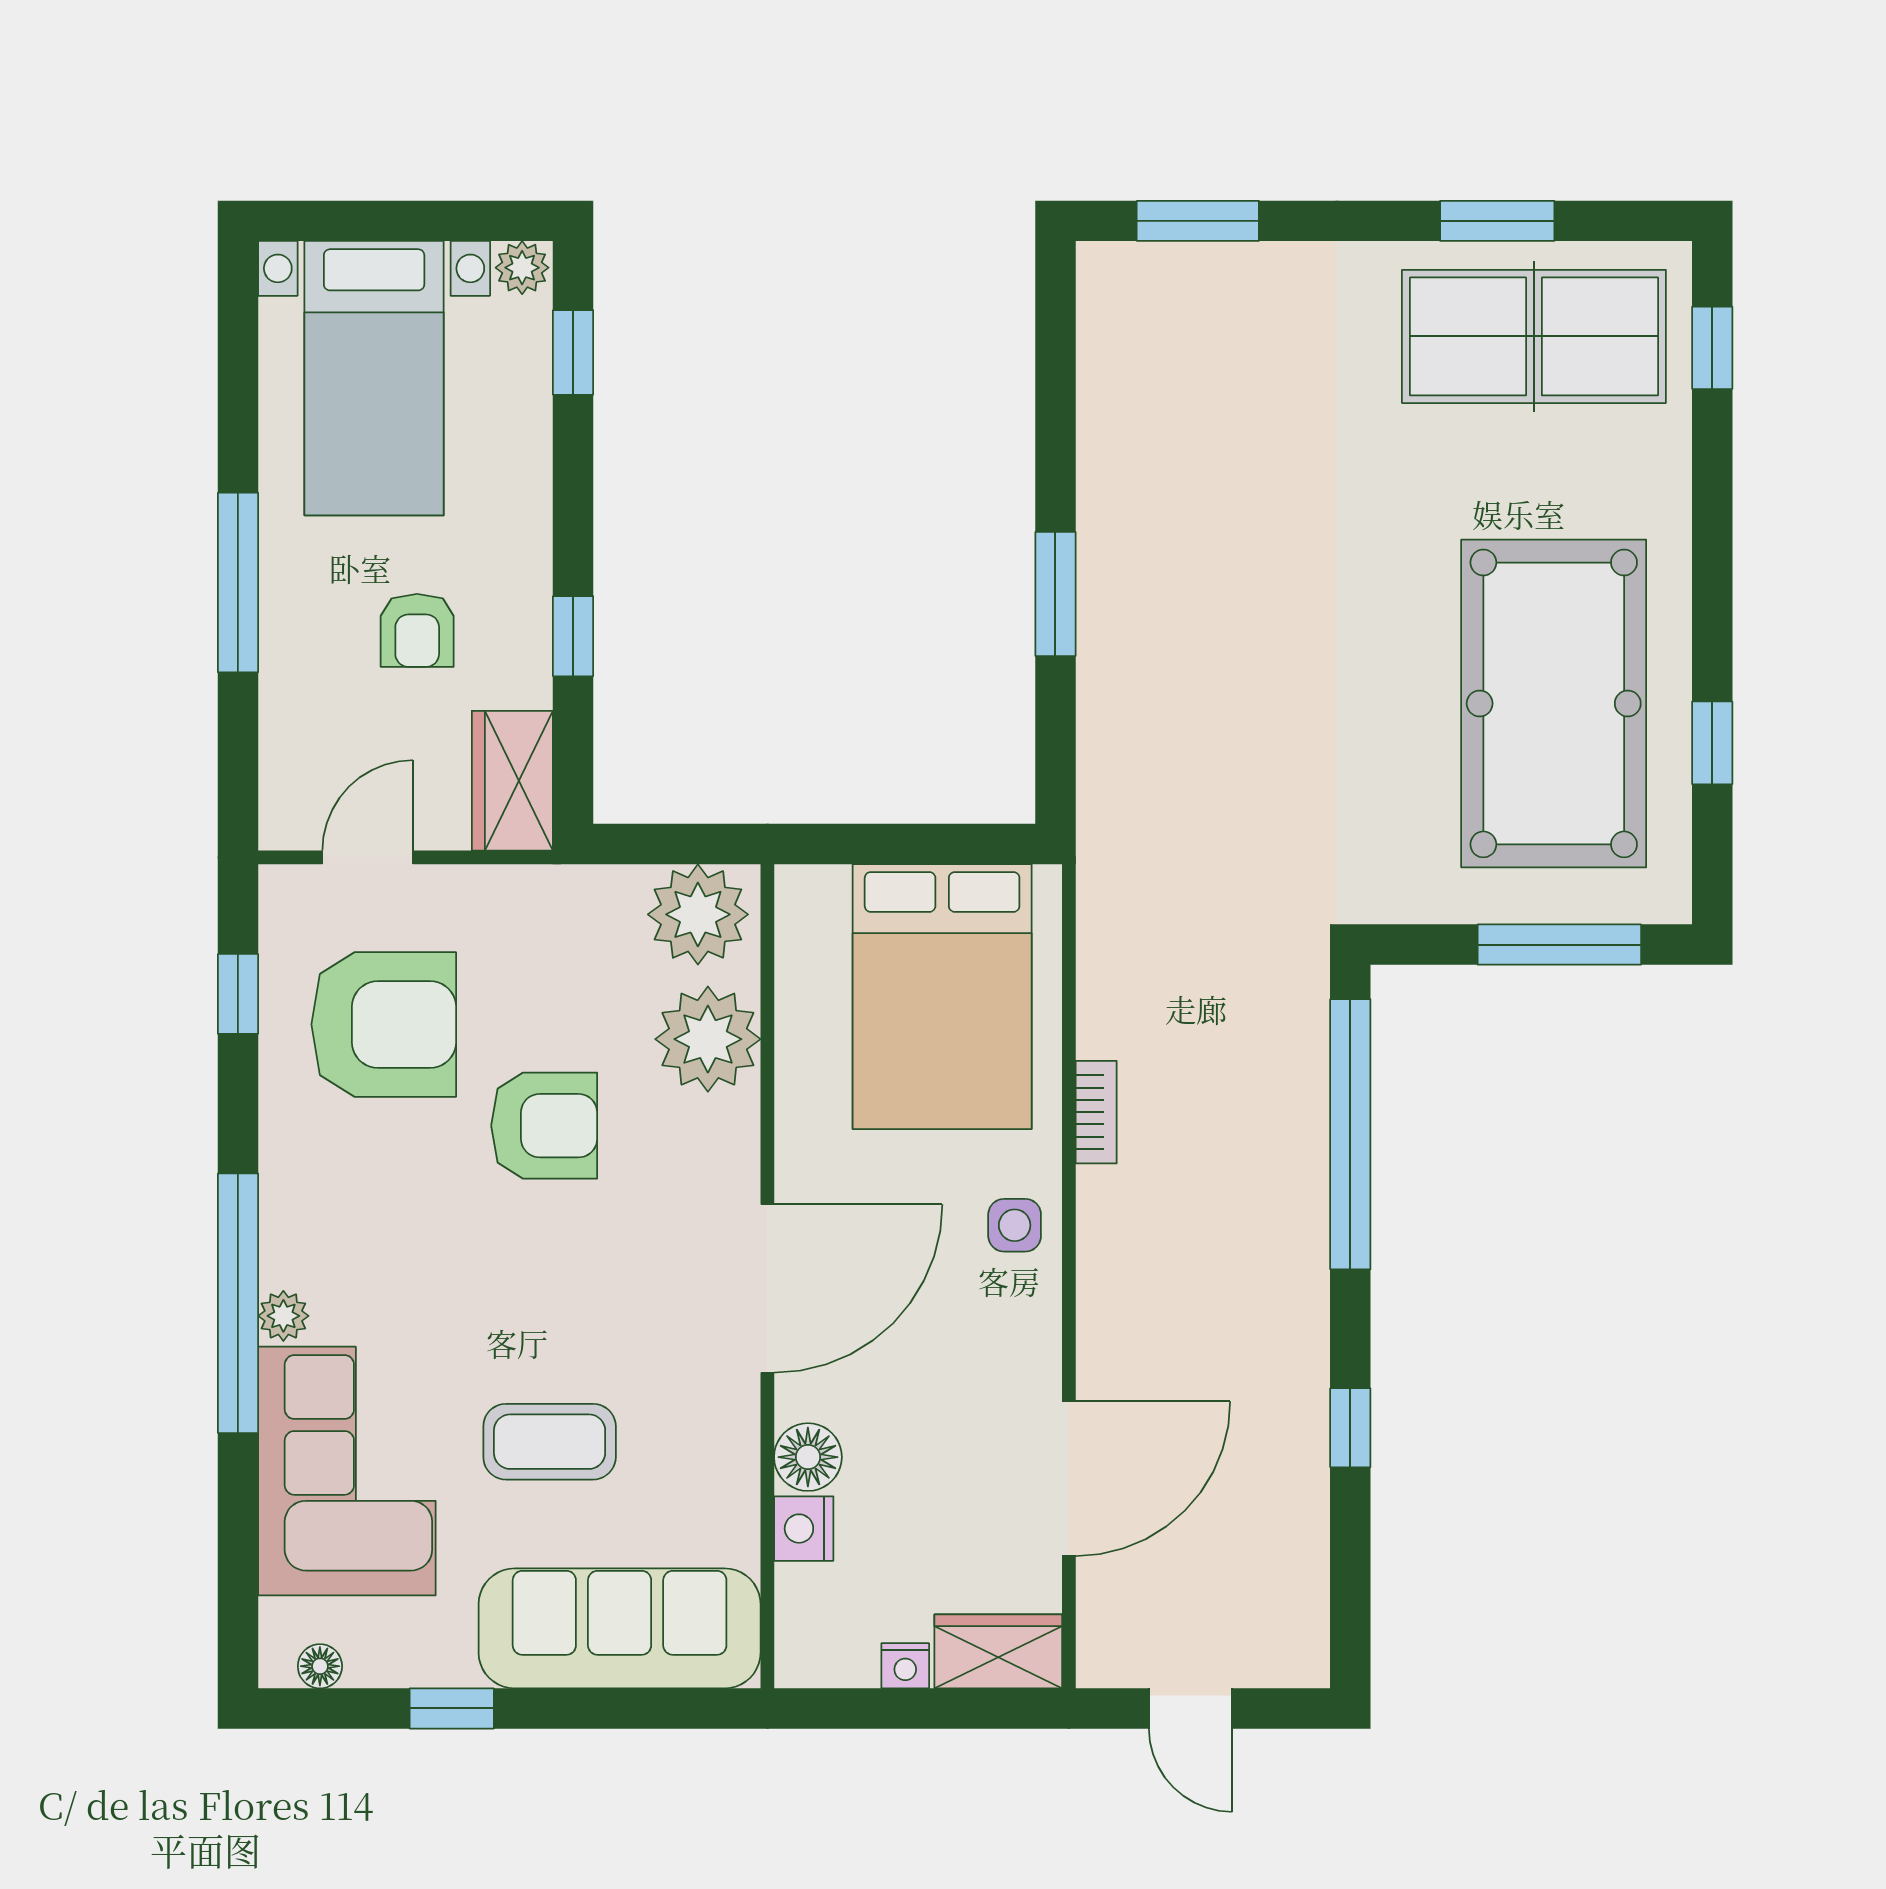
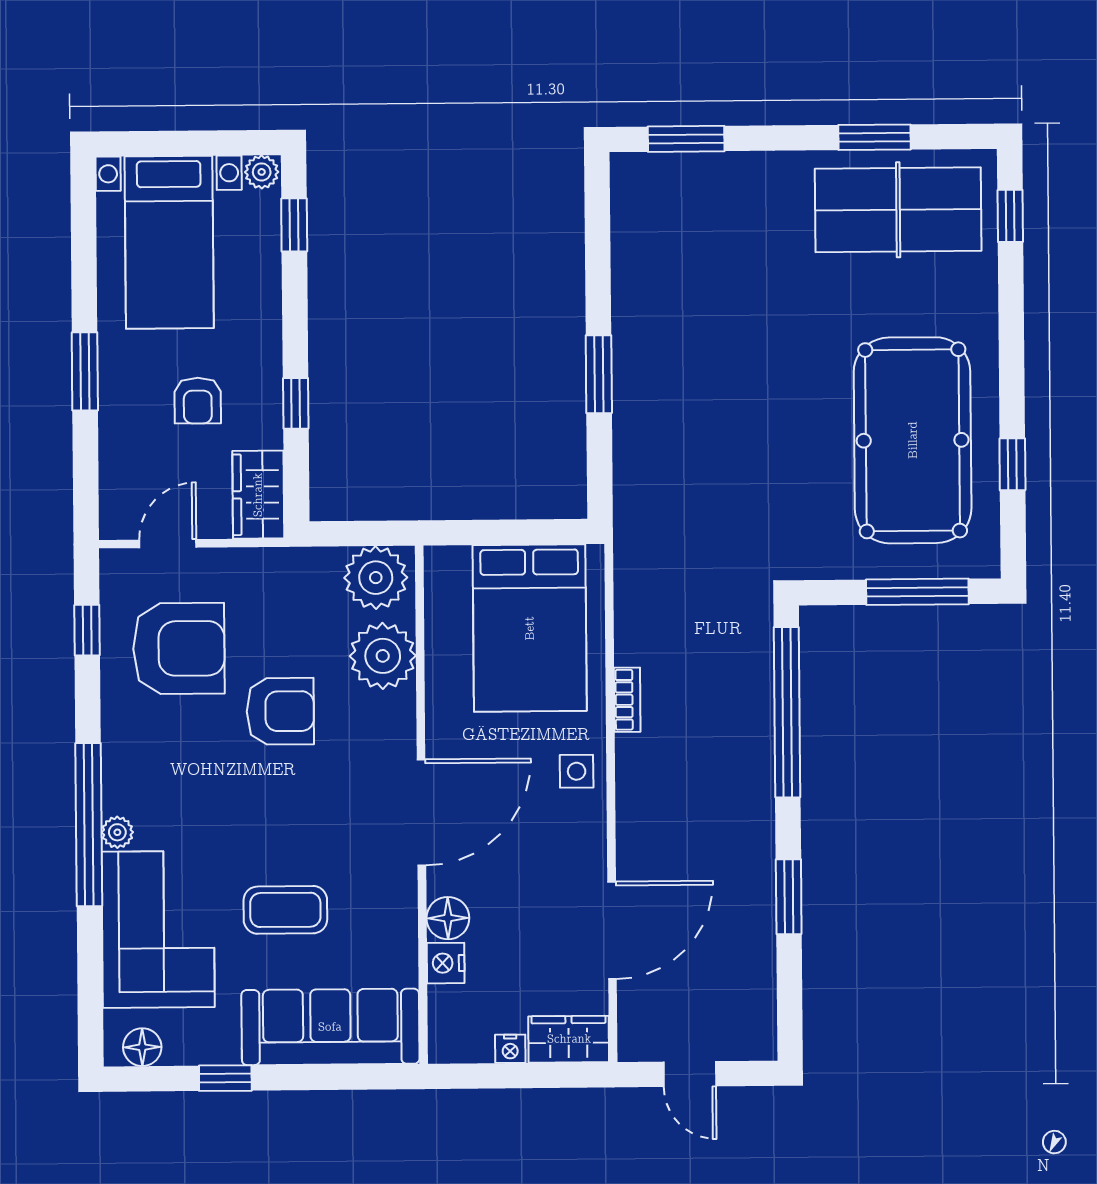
window: (238, 583) -> (85, 371), width x0.69
window: (1350, 1428) -> (789, 897), width x1.50
floor lamp: (320, 1666) -> (142, 1047), width x1.37, depth x1.37

